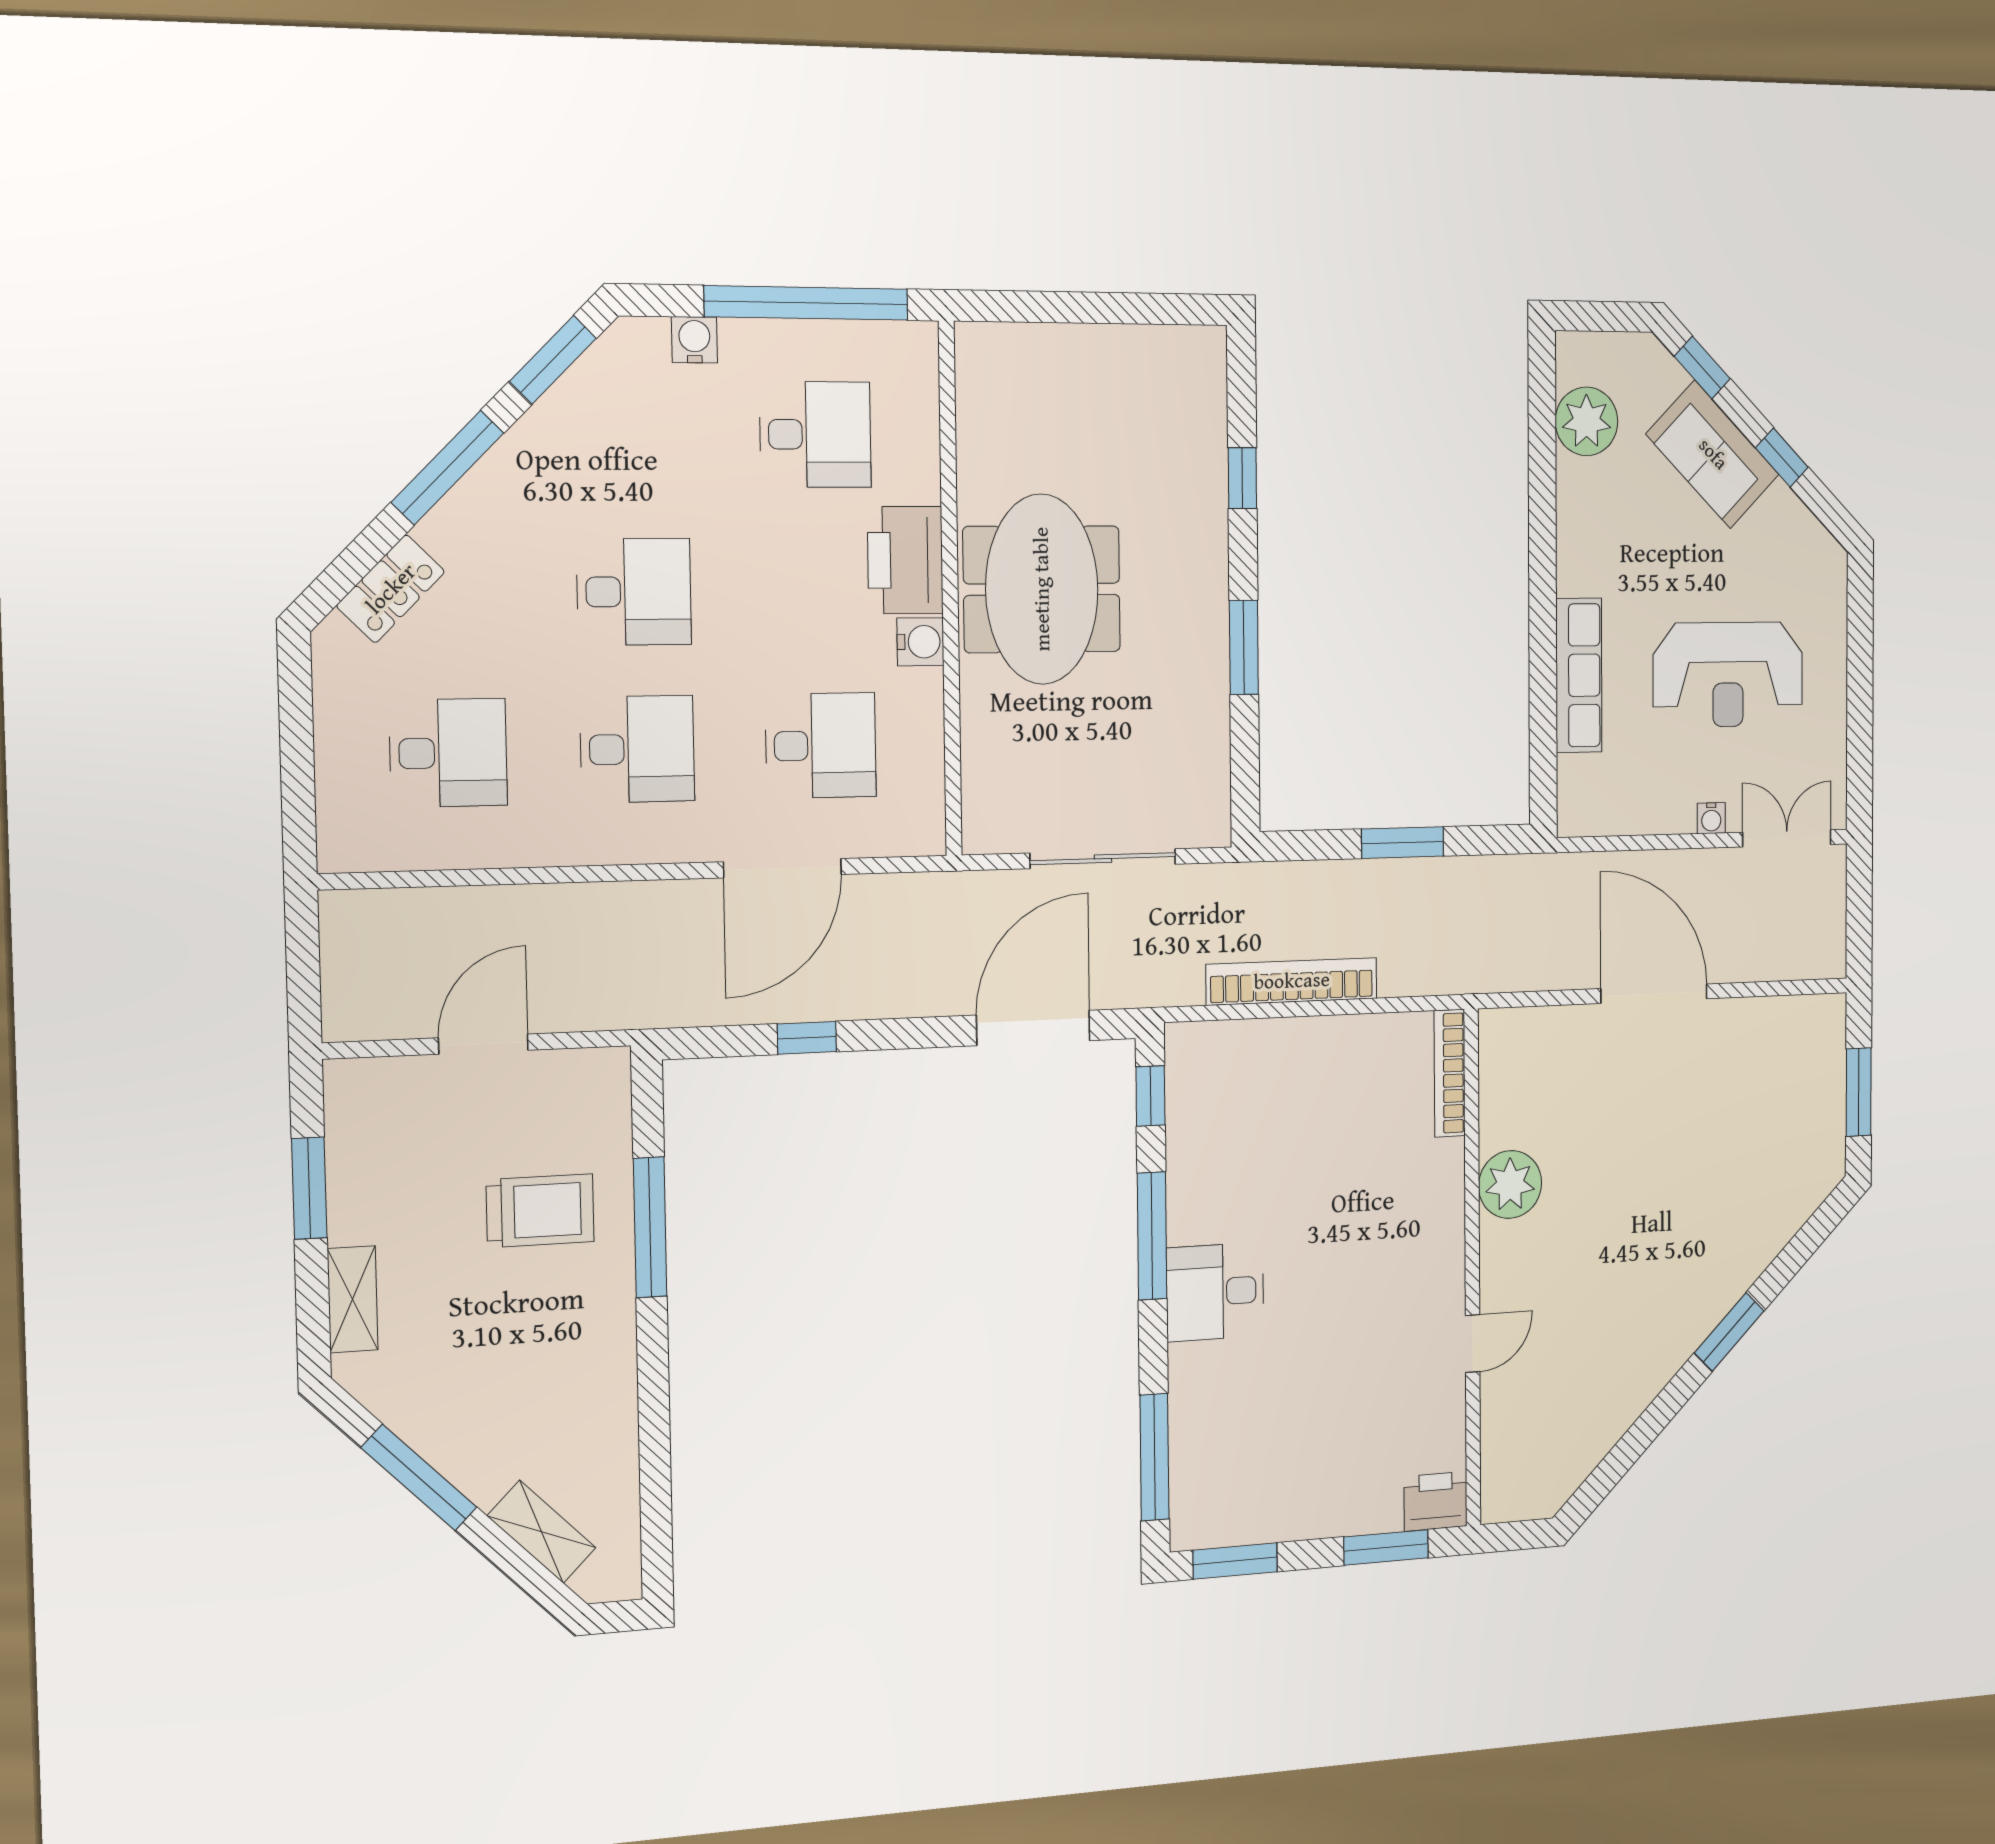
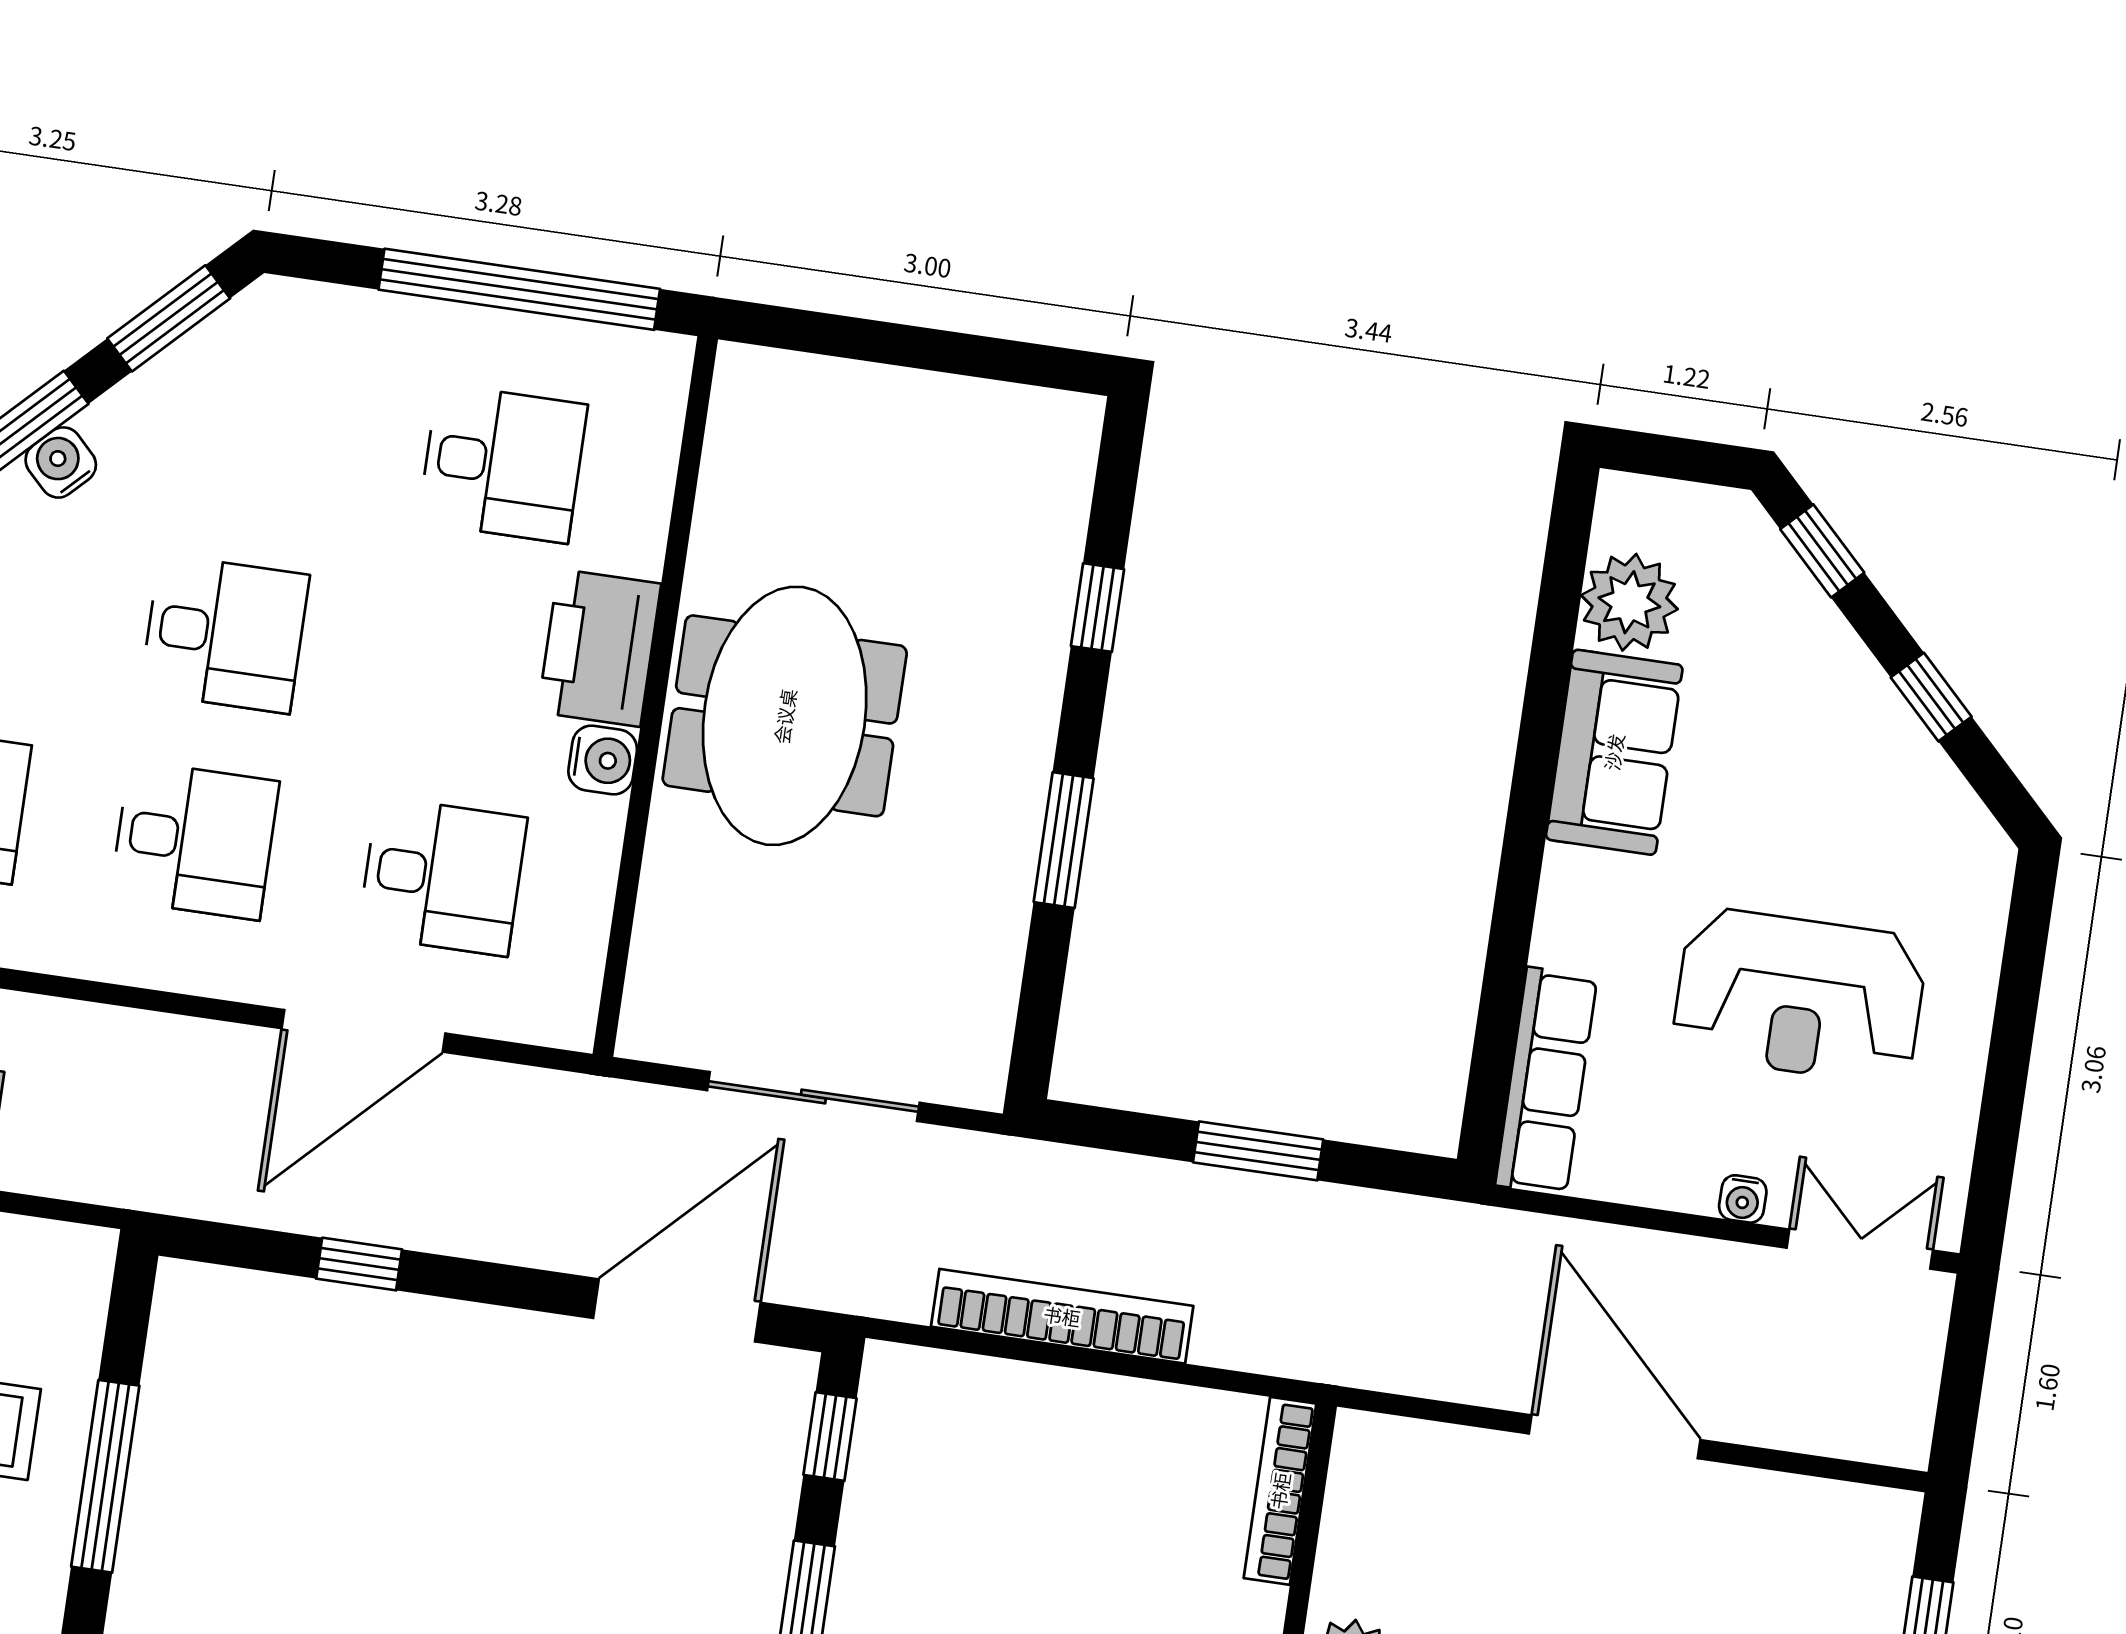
water cooler: (694, 340) -> (61, 462), moved, turned -45
sofa: (1713, 454) -> (1614, 752), moved, turned -135
row of seats: (1579, 675) -> (1546, 1081), moved

